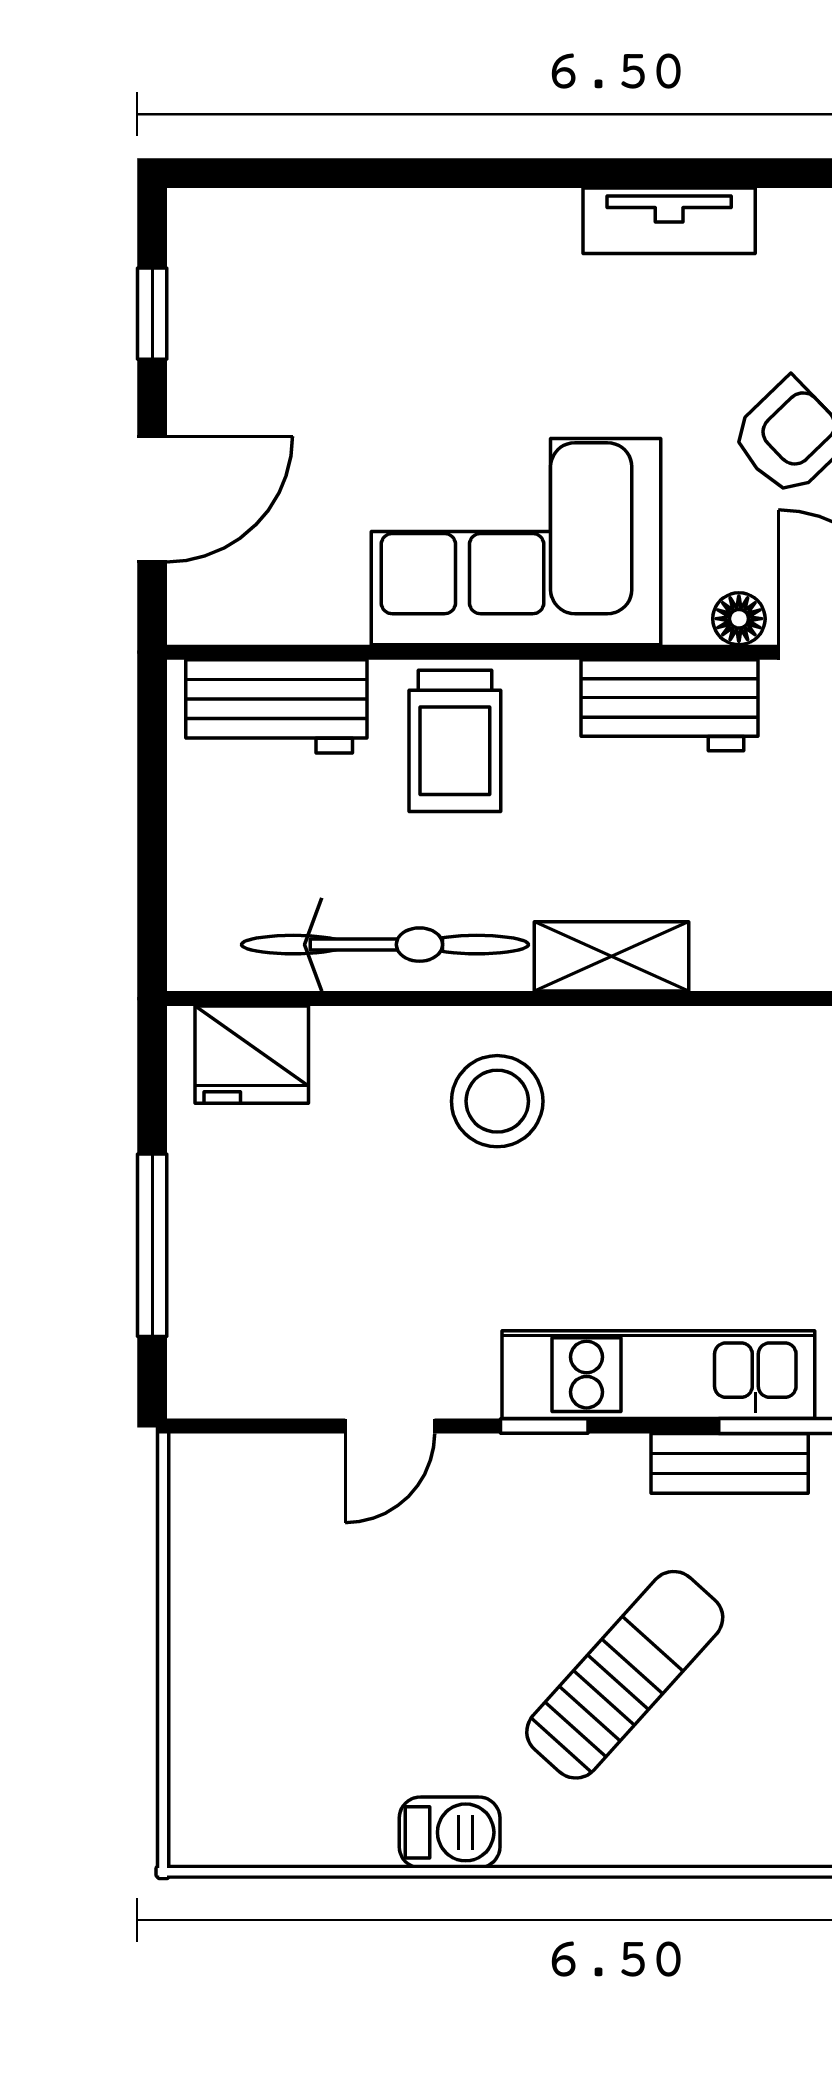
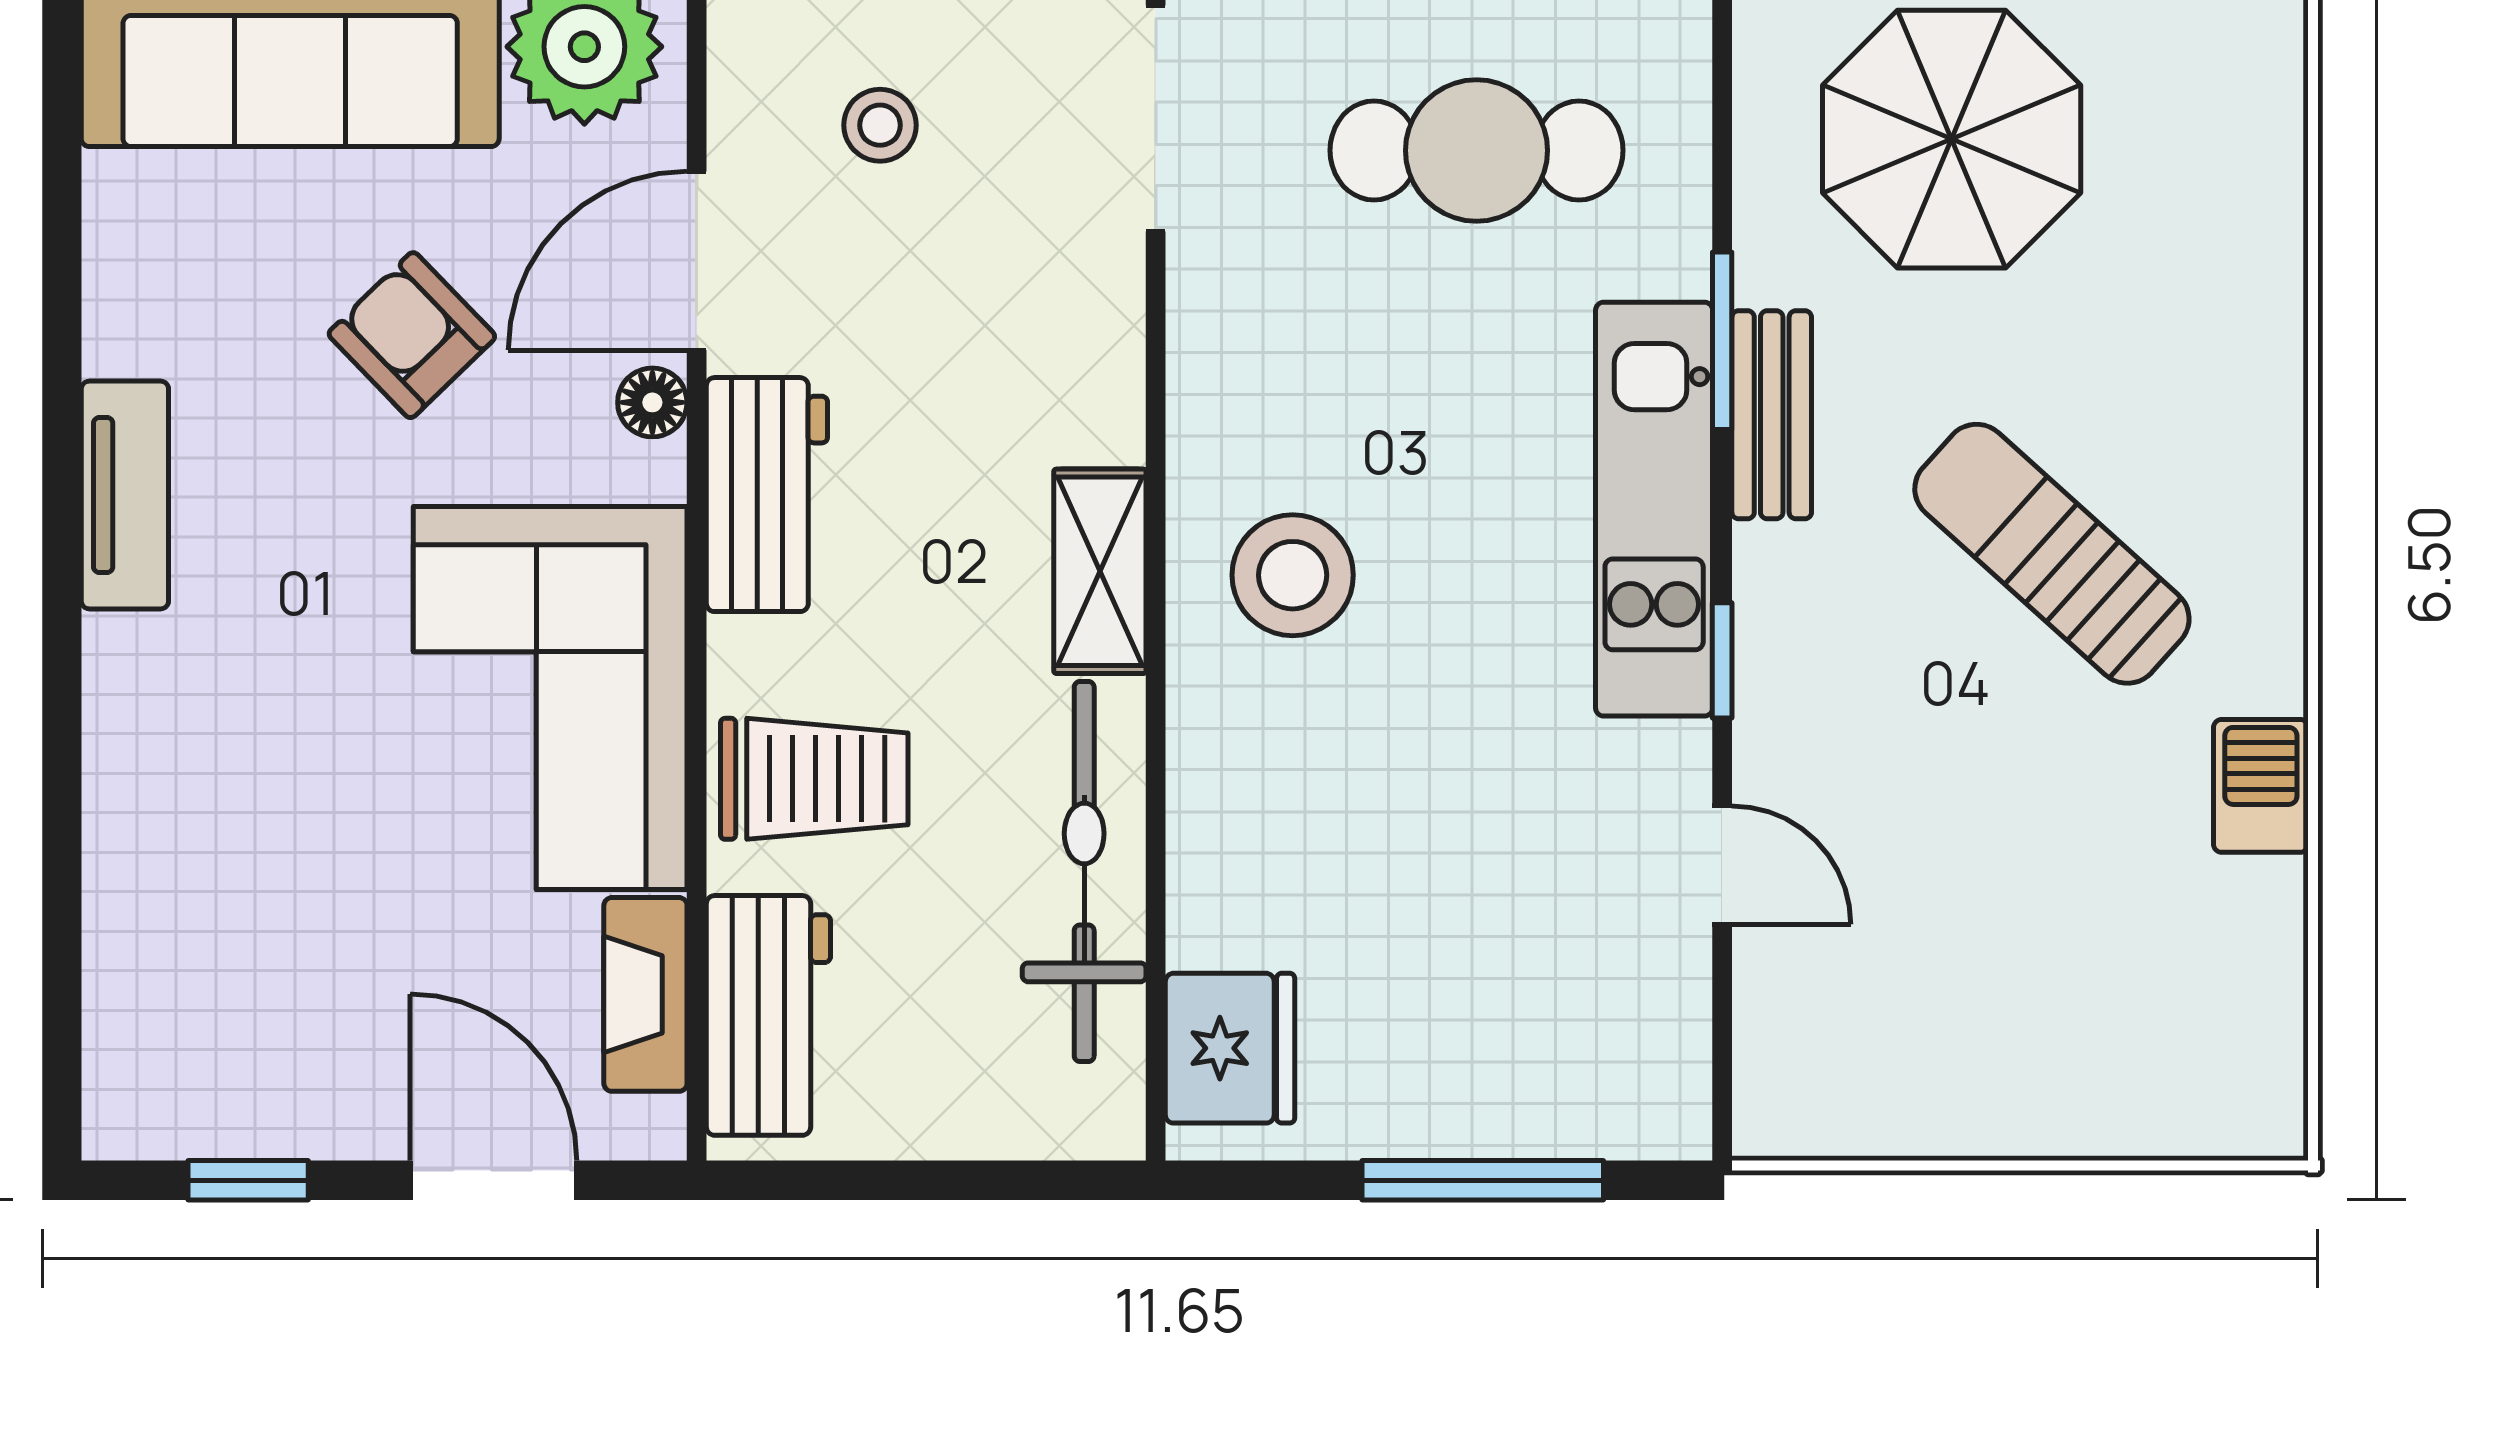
fireplace: (292, 614) -> (645, 994), added
stool: (497, 1101) -> (1293, 575), moved

